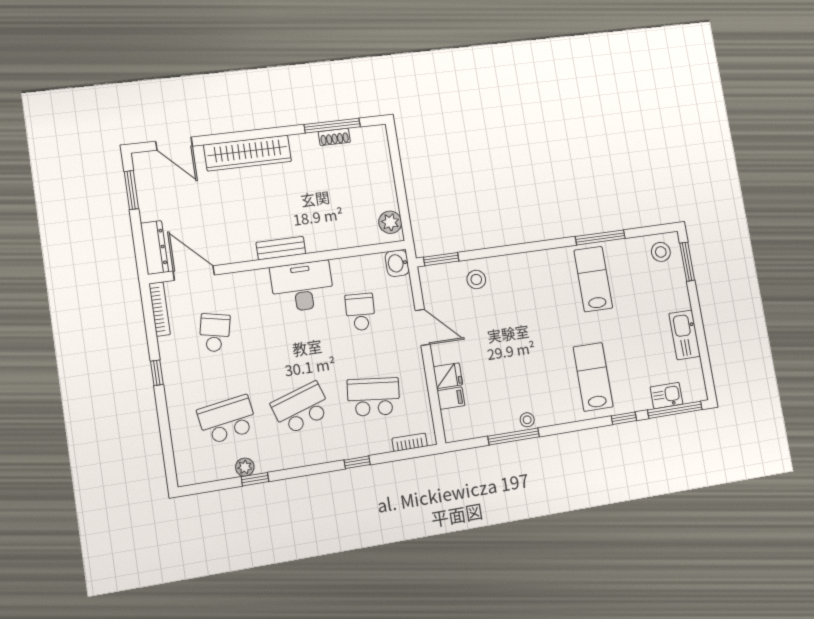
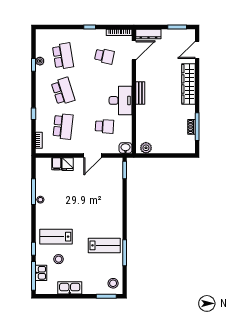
stool: (476, 279) -> (59, 259), moved
lab bench: (593, 377) -> (56, 237), turned 180

